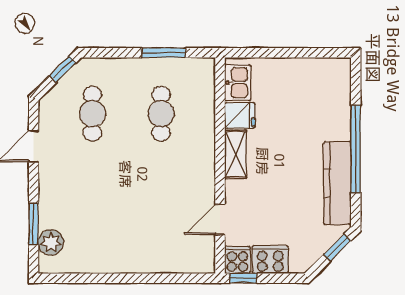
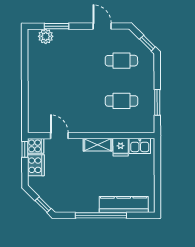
kitchen counter: (337, 183) -> (124, 204), moved

